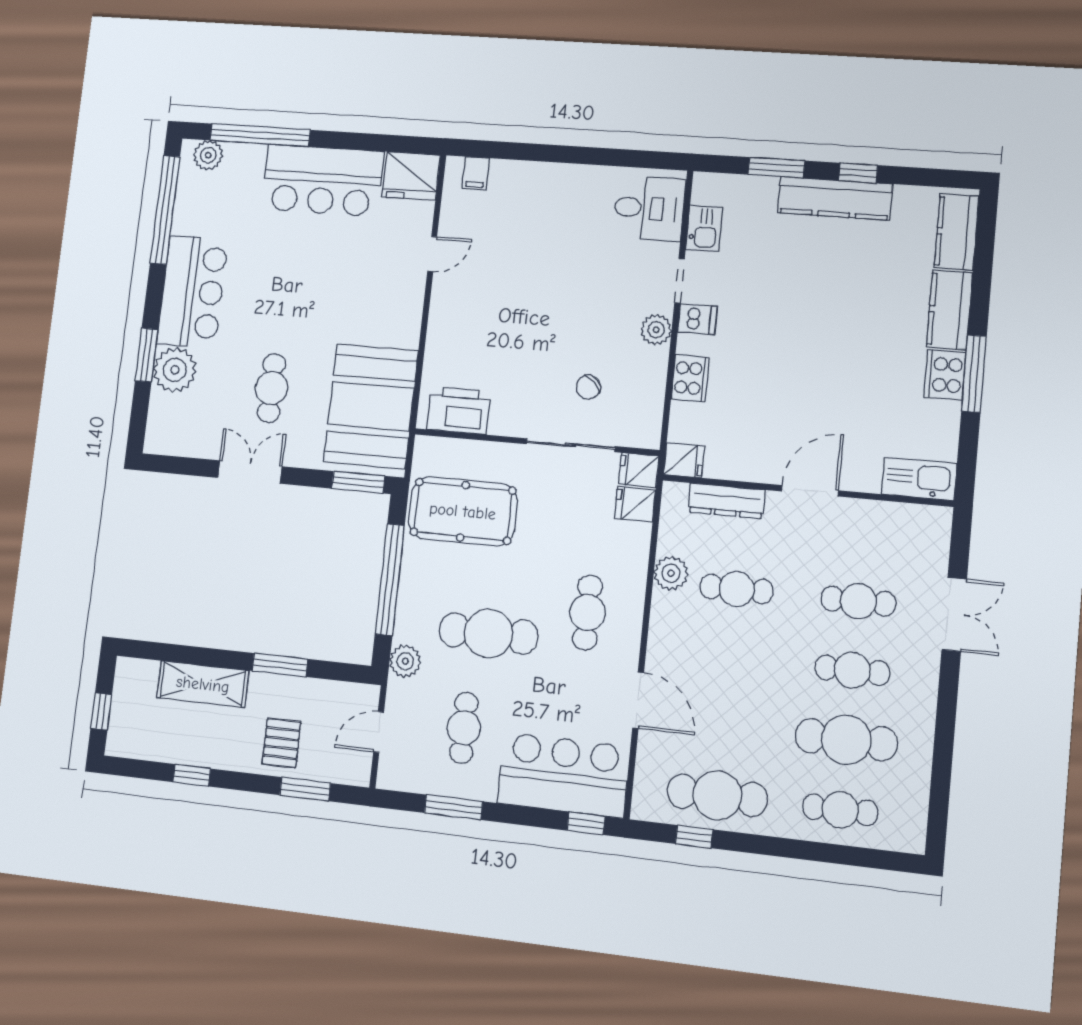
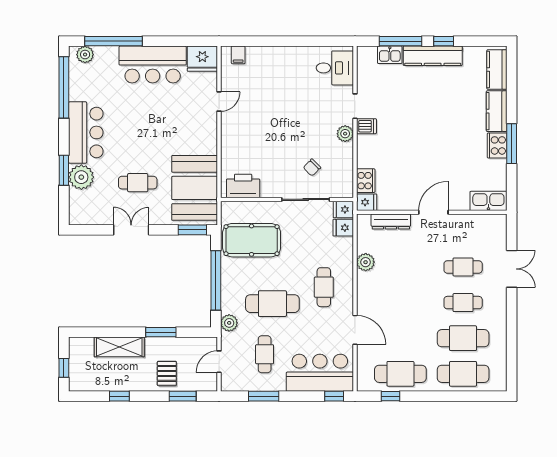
window: (776, 168) -> (401, 41), width x1.44
kitchen sink: (704, 228) -> (390, 55), moved, turned 90
cooker: (690, 378) -> (366, 181), moved
cafe table: (271, 388) -> (138, 183), turned 90
cafe table: (737, 589) -> (400, 267), removed
cafe table: (840, 810) -> (463, 374), width x1.37, depth x1.35

